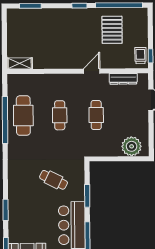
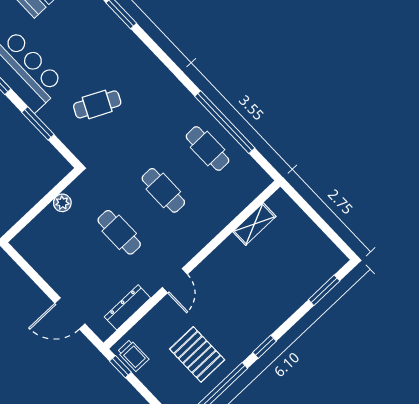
shelving: (20, 63) -> (254, 224), moved
cafe table: (23, 116) -> (208, 148), width x0.73, depth x0.74
plant: (132, 146) -> (62, 203), moved, width x0.53, depth x0.53

